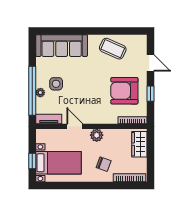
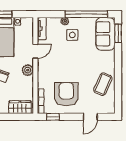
window: (54, 31) -> (118, 33), added
sofa: (62, 46) -> (105, 34), width x0.73
window: (32, 91) -> (86, 14), moved
window: (150, 94) -> (53, 117), moved

